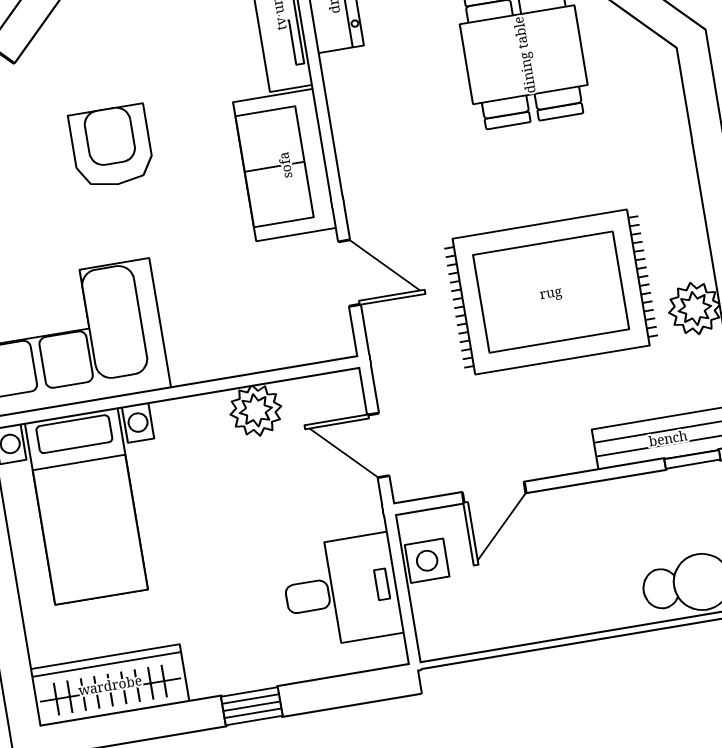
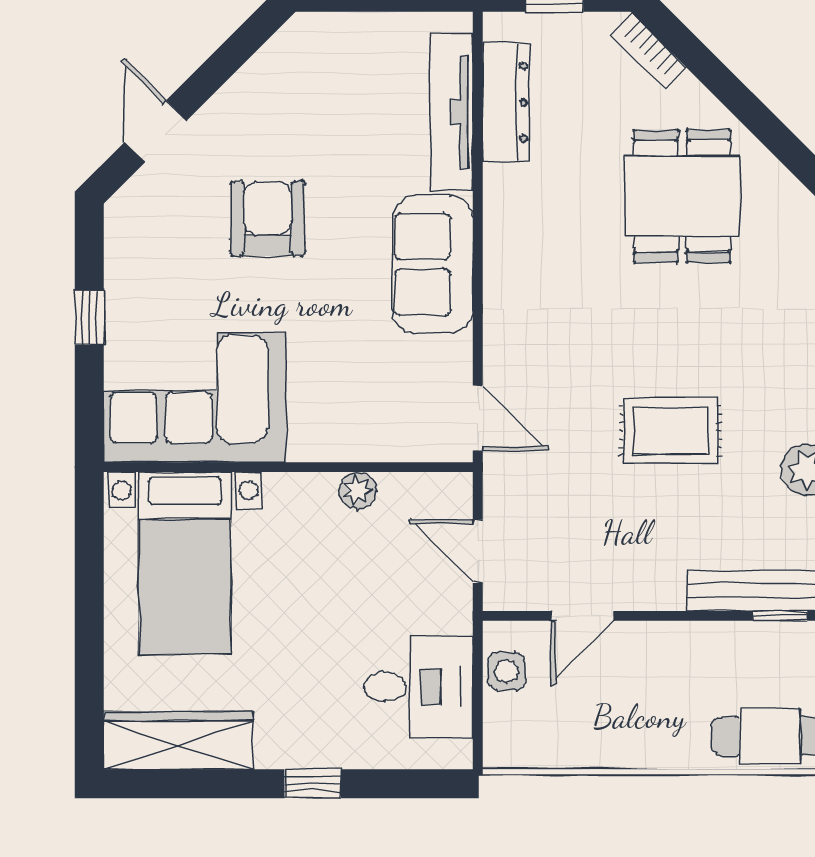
door: (349, 273) -> (478, 418), moved
rug: (551, 292) -> (670, 431), width x0.54, depth x0.49
plant: (256, 410) -> (358, 490), width x0.73, depth x0.73

